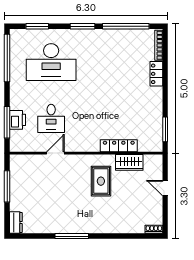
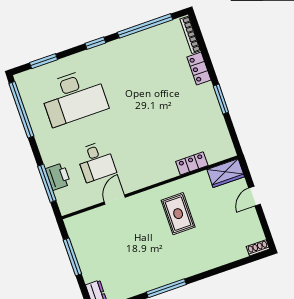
window: (83, 26) -> (95, 43), width x0.67
window: (165, 129) -> (221, 99), moved
locker: (119, 146) -> (192, 163), width x0.66
wardrobe: (129, 162) -> (226, 173), moved
door: (165, 188) -> (255, 196), hinge flipped

